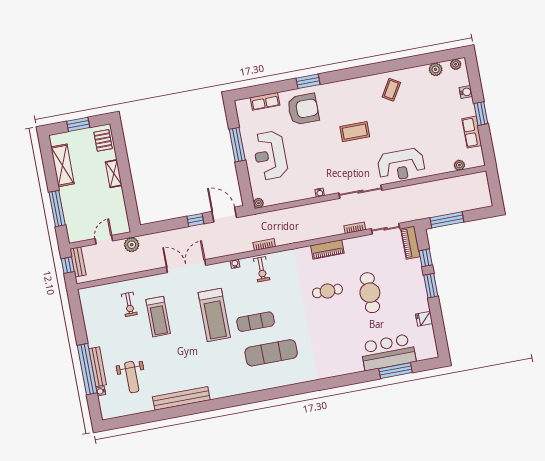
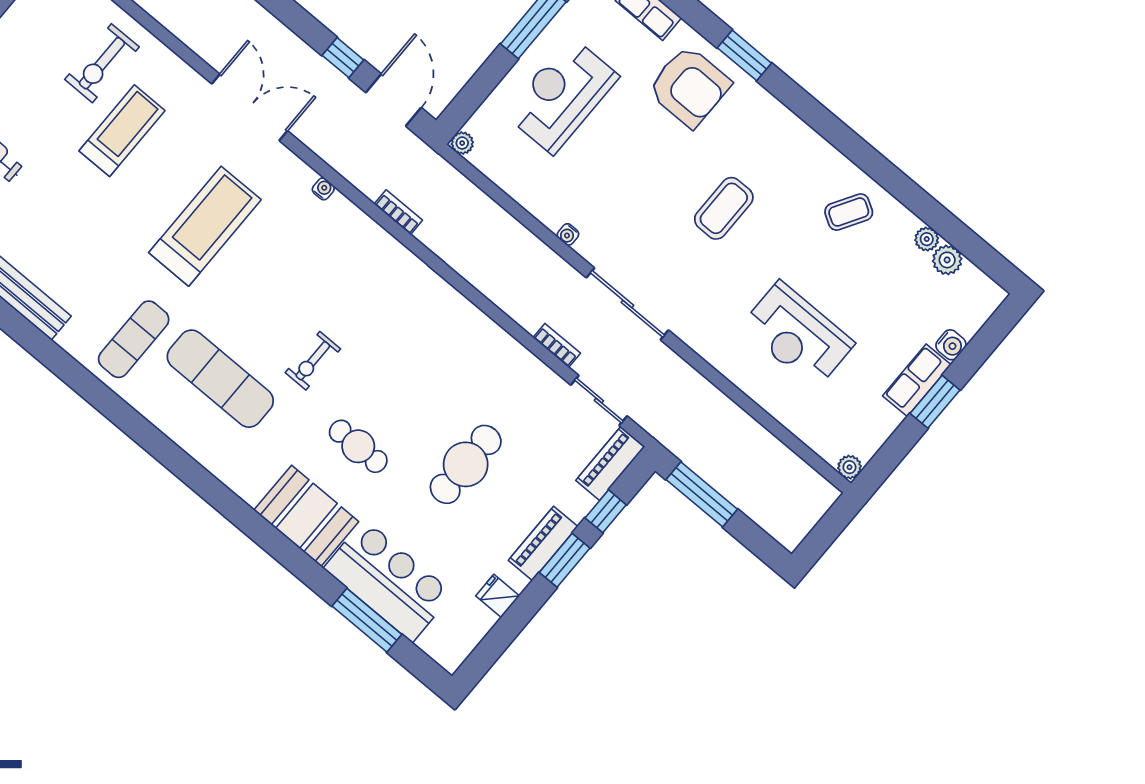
plant: (456, 64) -> (927, 239), moved
coffee table: (355, 132) -> (724, 208), turned 90
row of seats: (472, 132) -> (917, 380), moved
reception desk: (401, 165) -> (797, 335), moved
plant: (459, 165) -> (849, 467), moved
piano: (327, 249) -> (543, 543), moved, turned 90
exercise bike: (262, 269) -> (313, 361), moved
cafe table: (328, 291) -> (358, 446), moved
exercise bike: (129, 304) -> (102, 63), width x1.38, depth x1.39
treadmill: (214, 315) -> (205, 226), turned 180
treadmill: (158, 317) -> (122, 131), turned 180
exercise mat: (256, 322) -> (134, 339), moved, turned 90
booth: (343, 362) -> (306, 516), added

